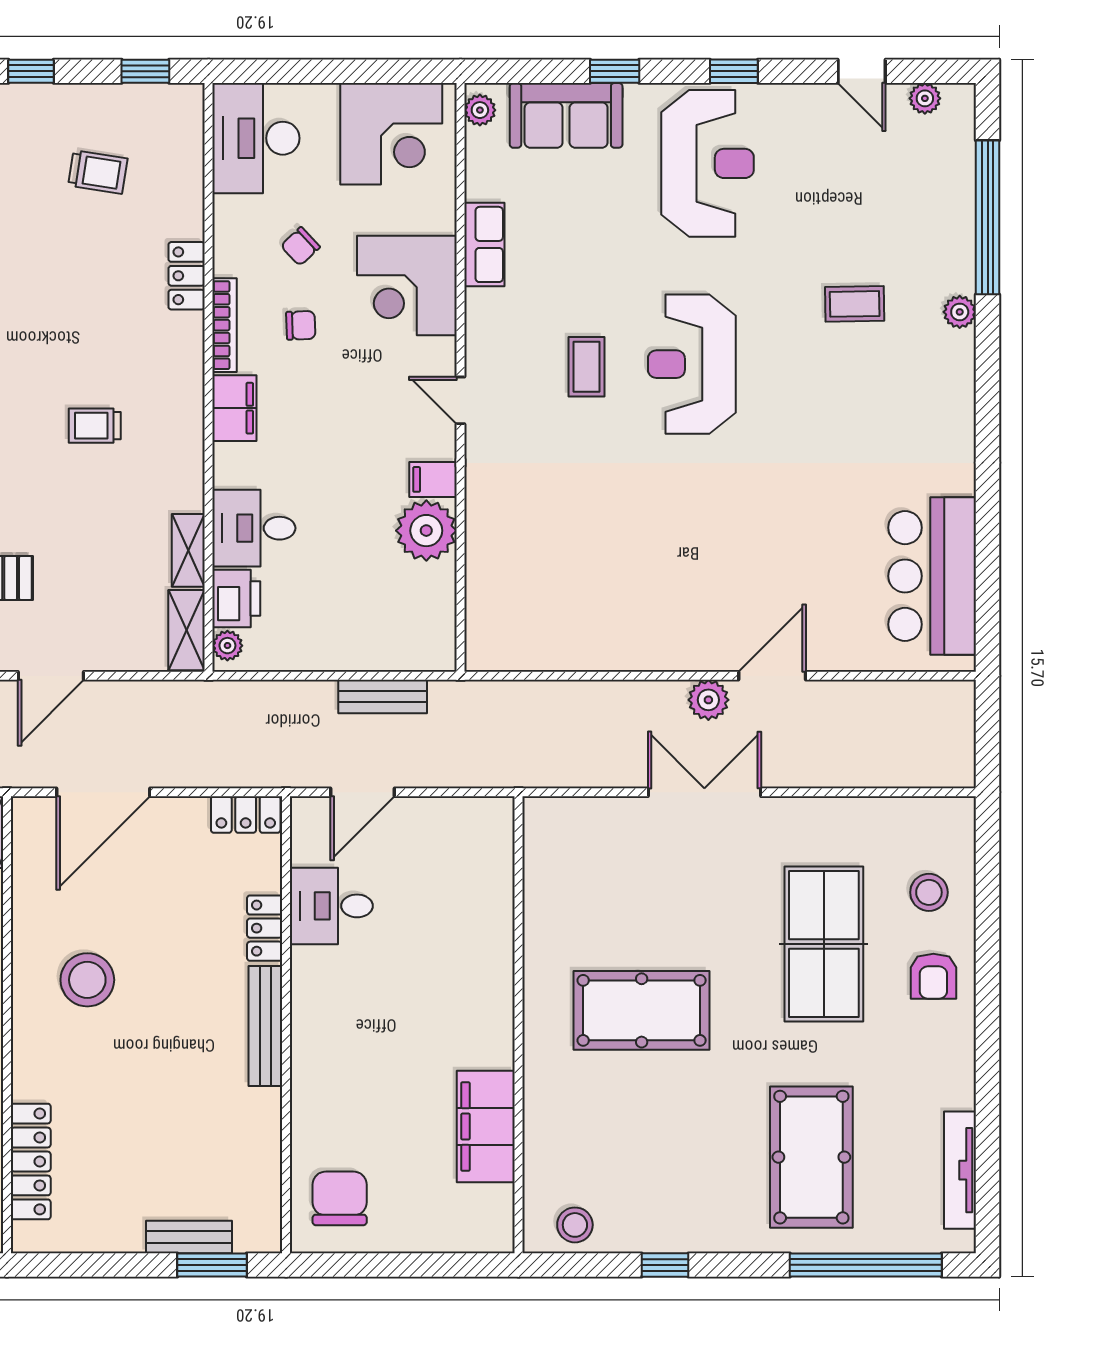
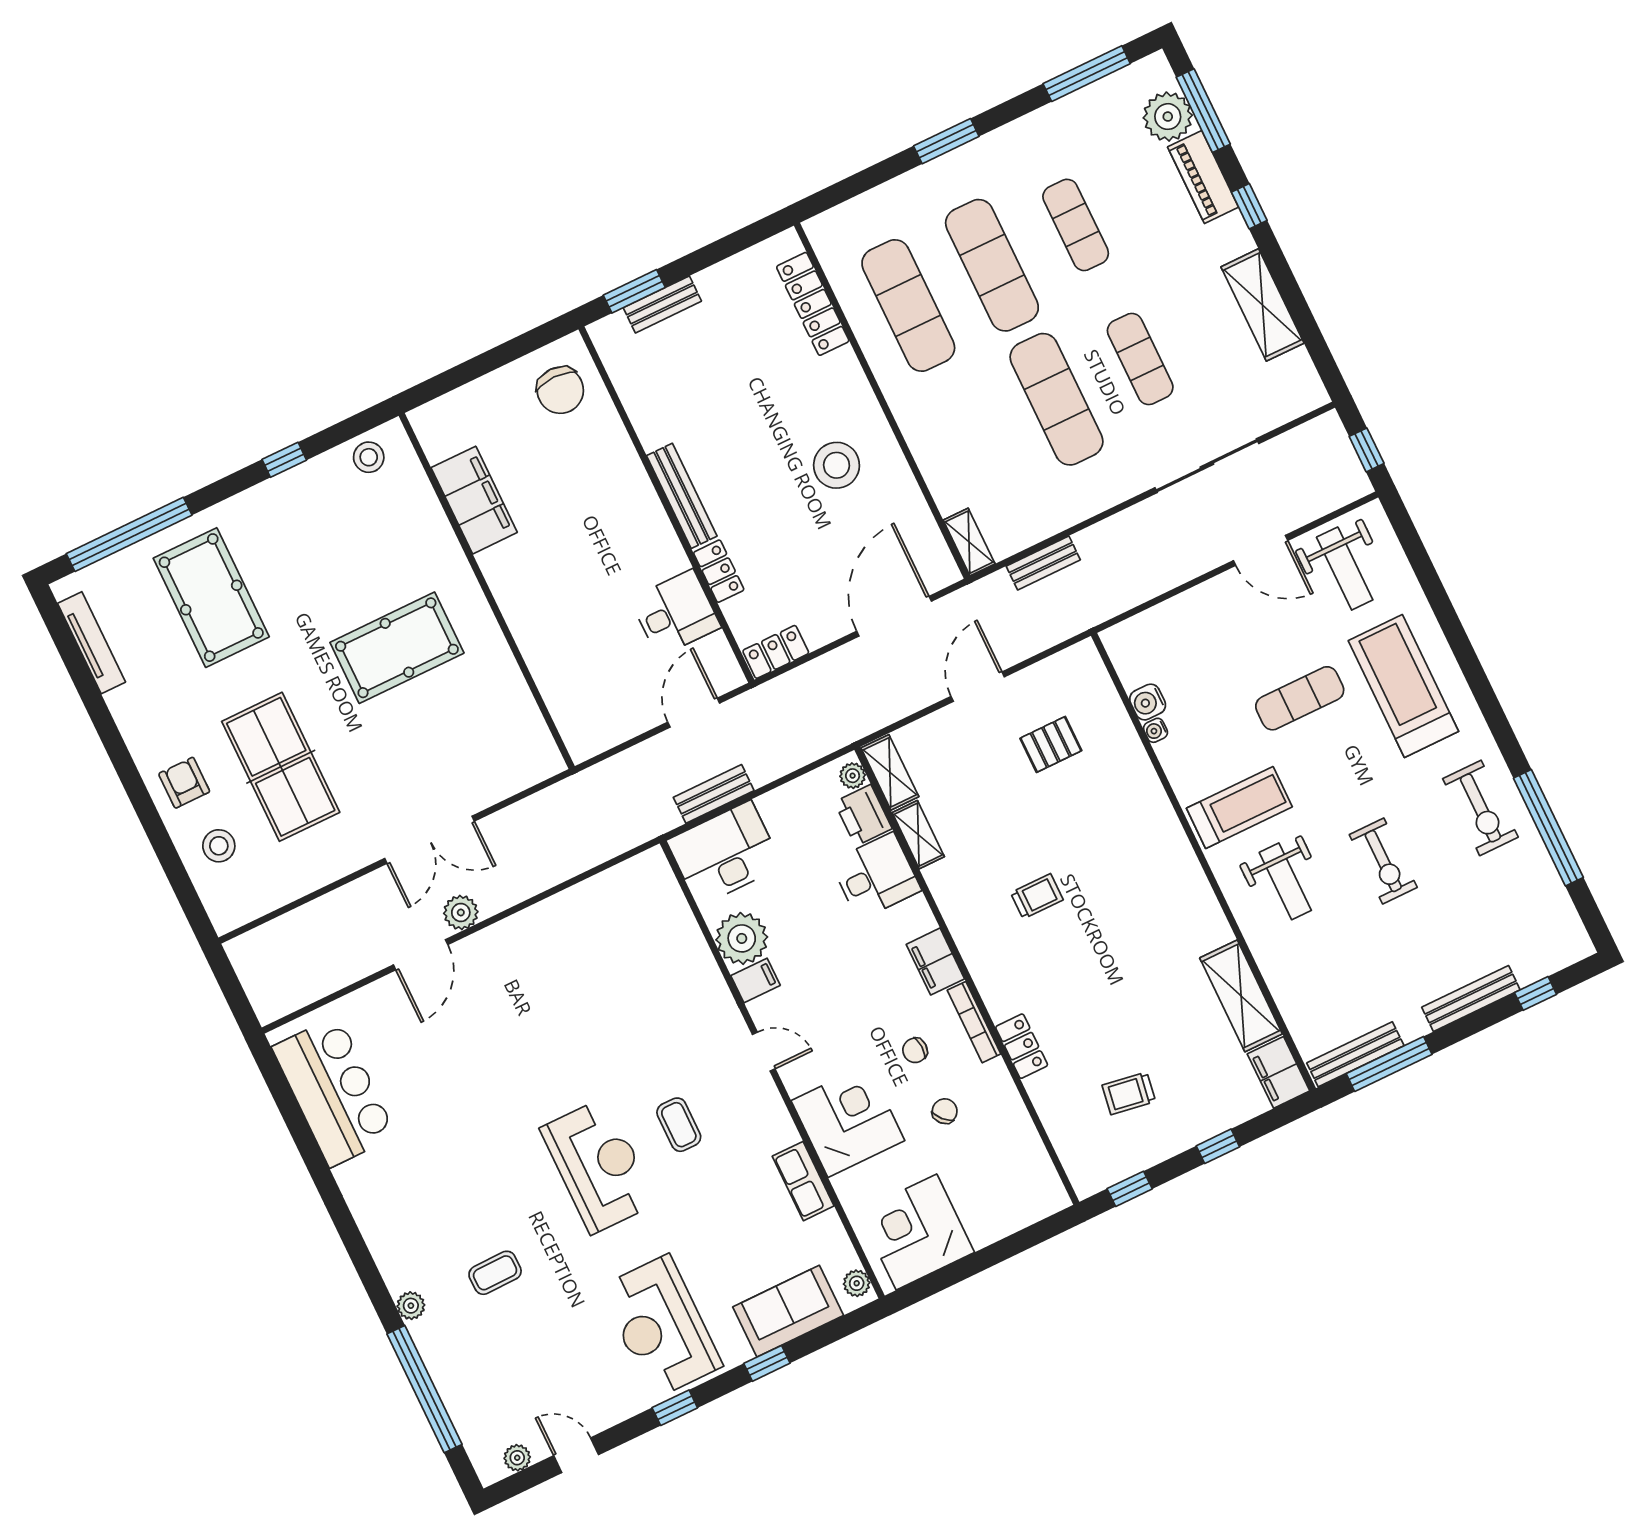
desk: (256, 138) -> (725, 853), moved, turned -90

